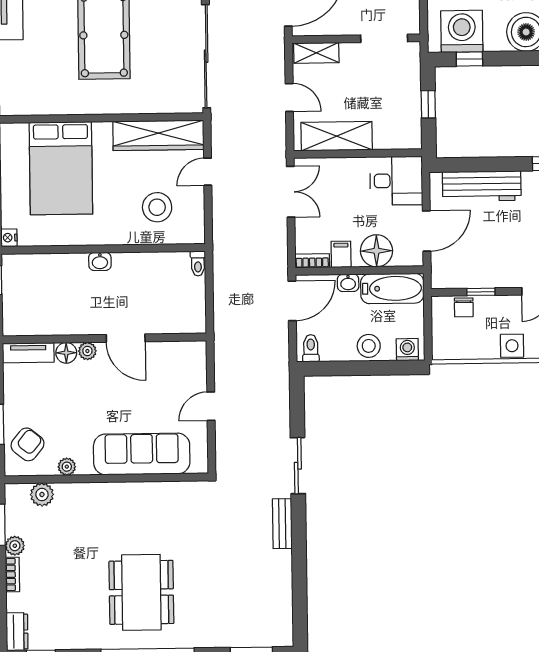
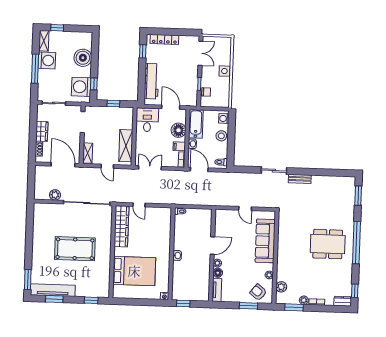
door: (289, 98) -> (107, 166), swing flipped
stool: (157, 207) -> (154, 228), removed

